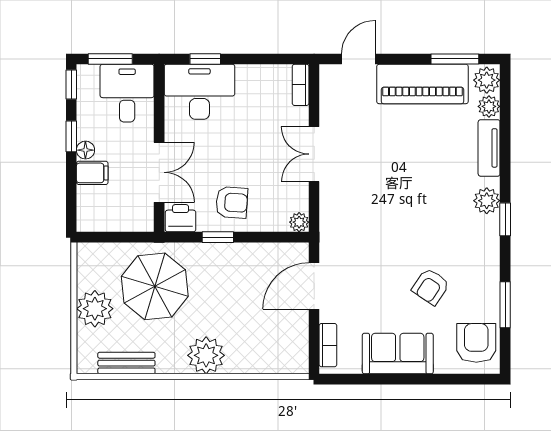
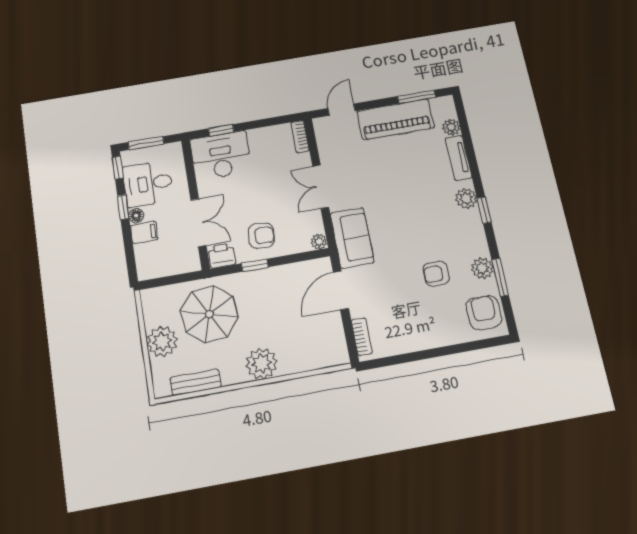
plant: (487, 80) -> (482, 268), moved
desk: (127, 93) -> (148, 184), moved, turned -90
armchair: (431, 287) -> (436, 274), turned 56
sofa: (398, 354) -> (352, 238), moved, turned 90

